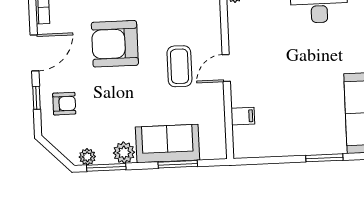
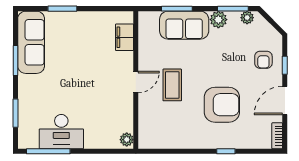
armchair: (64, 104) -> (263, 60), turned -90
filing cabinet: (243, 116) -> (125, 37), width x2.00

